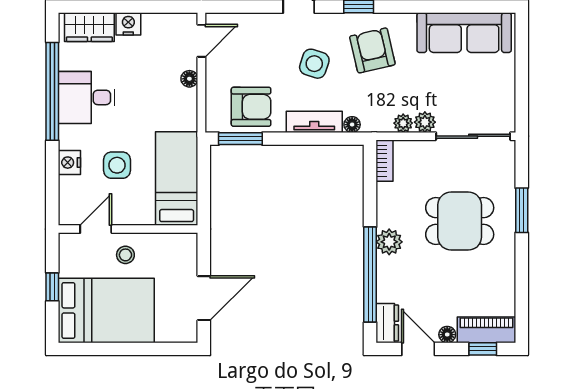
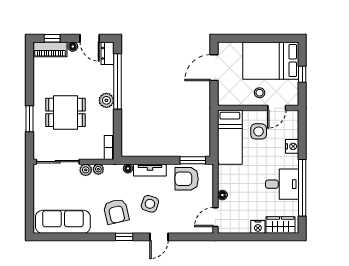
side table: (117, 165) -> (259, 131), moved

